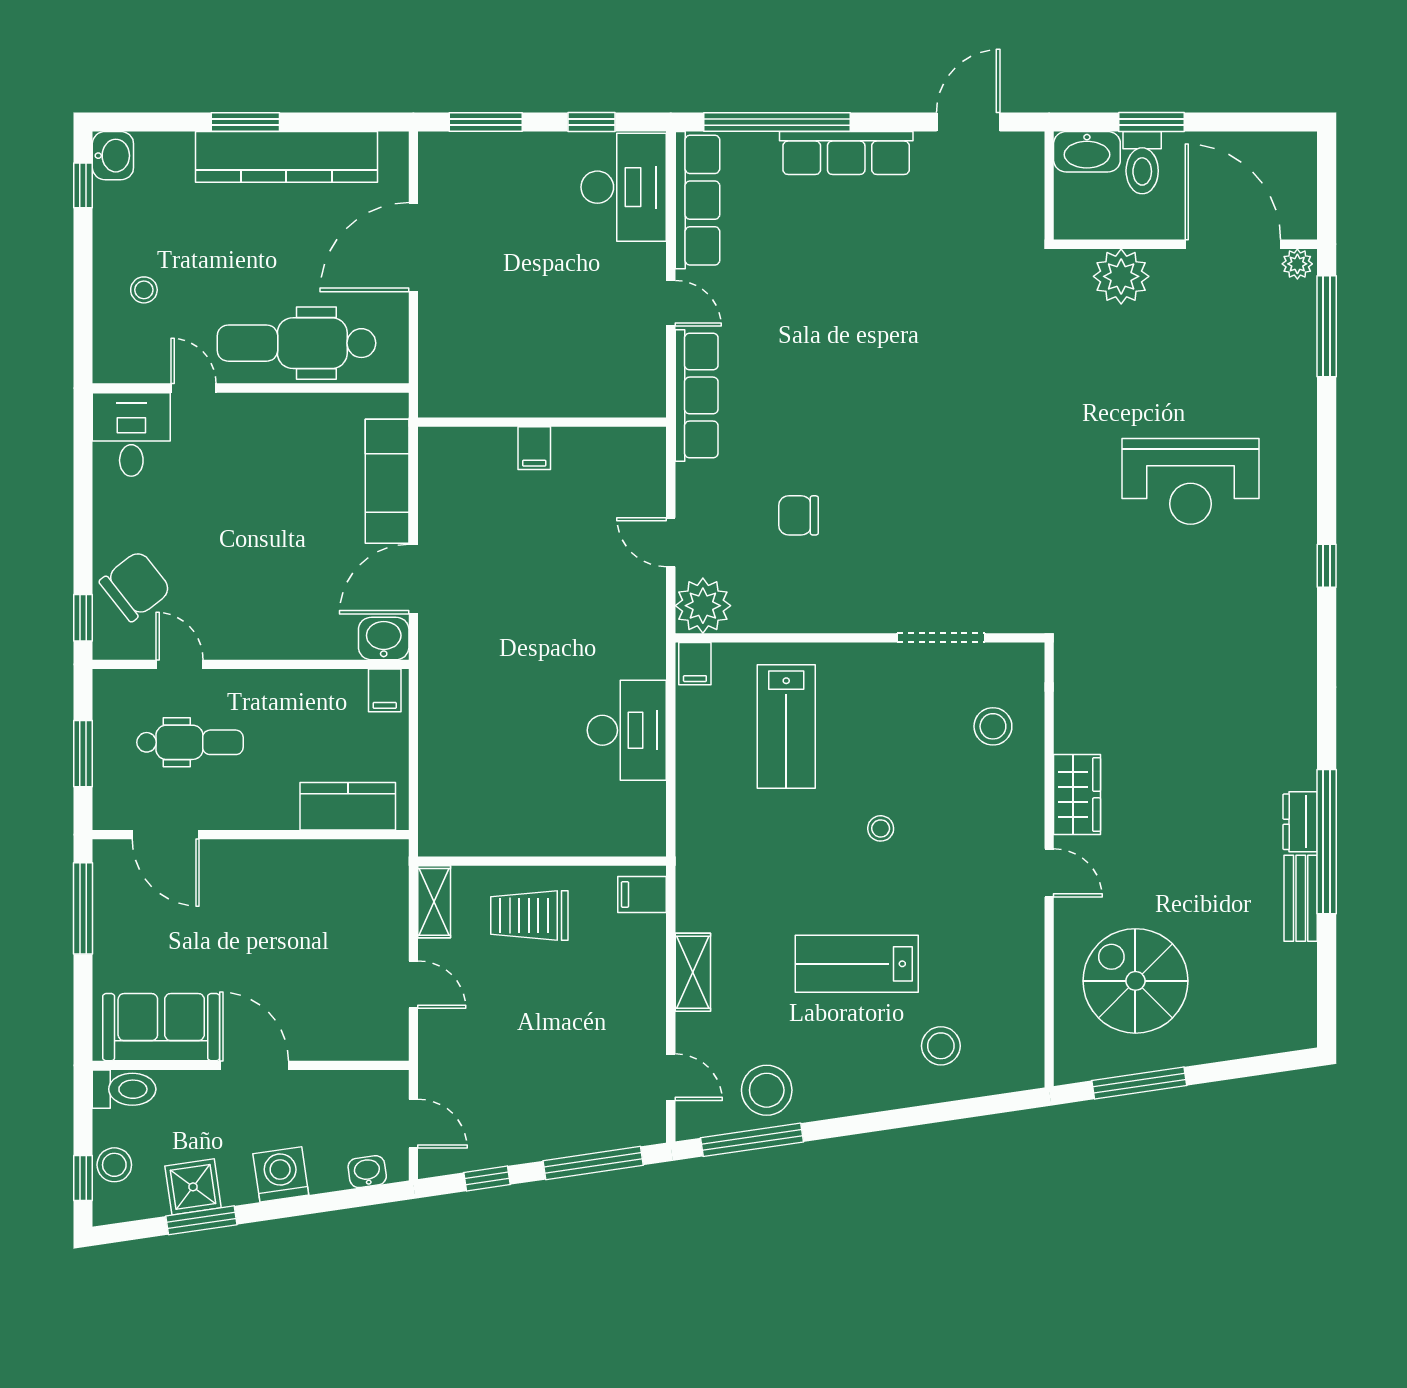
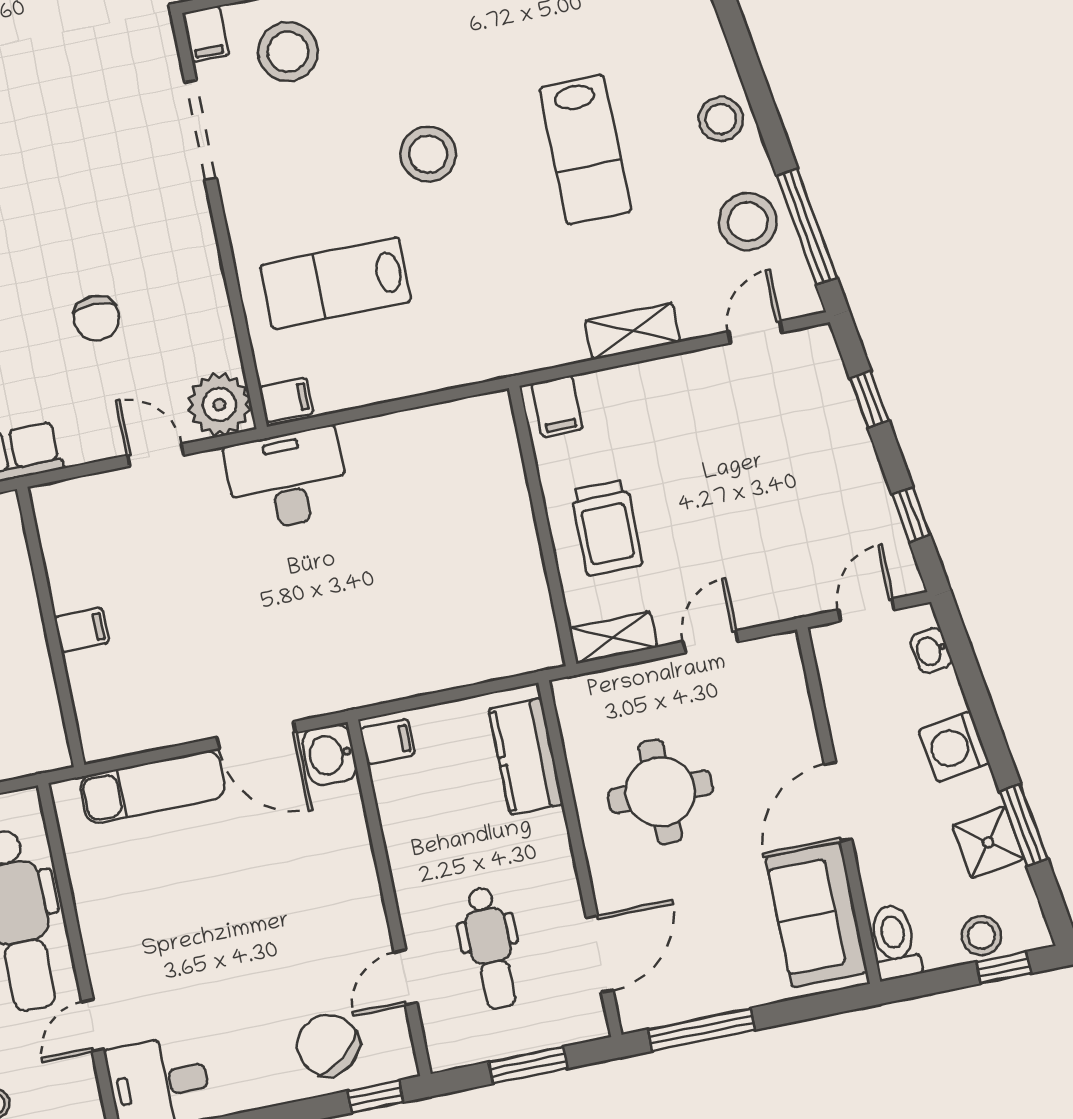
door: (671, 542) -> (156, 455), swing flipped
filing cabinet: (1023, 659) -> (206, 34), added
stool: (993, 726) -> (288, 52), width x1.38, depth x1.38
lab bench: (786, 727) -> (336, 283), turned 180
desk: (627, 730) -> (287, 480), moved
dental chair: (190, 742) -> (491, 948), turned 180
stool: (881, 828) -> (428, 154), width x1.89, depth x1.89
round table: (294, 915) -> (660, 792), added
stool: (941, 1046) -> (721, 119), moved
window: (593, 1163) -> (869, 399), width x0.46

